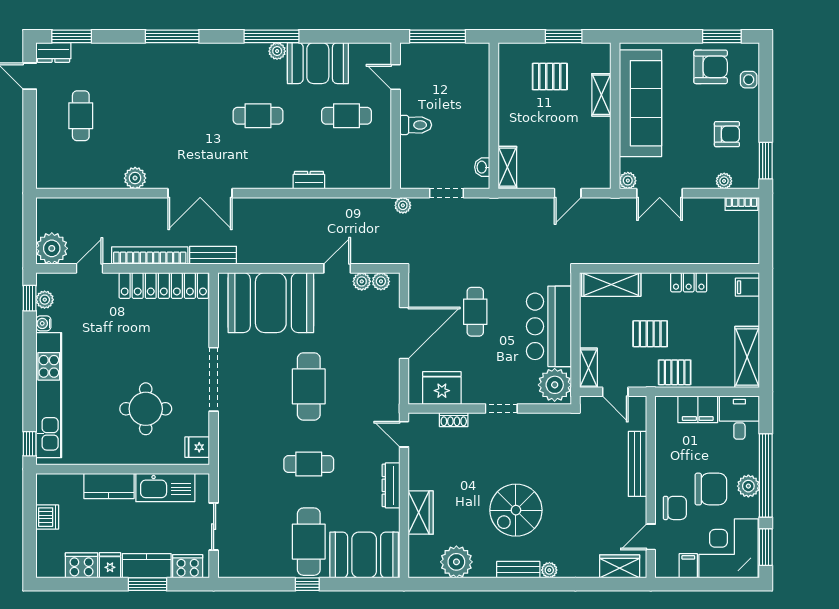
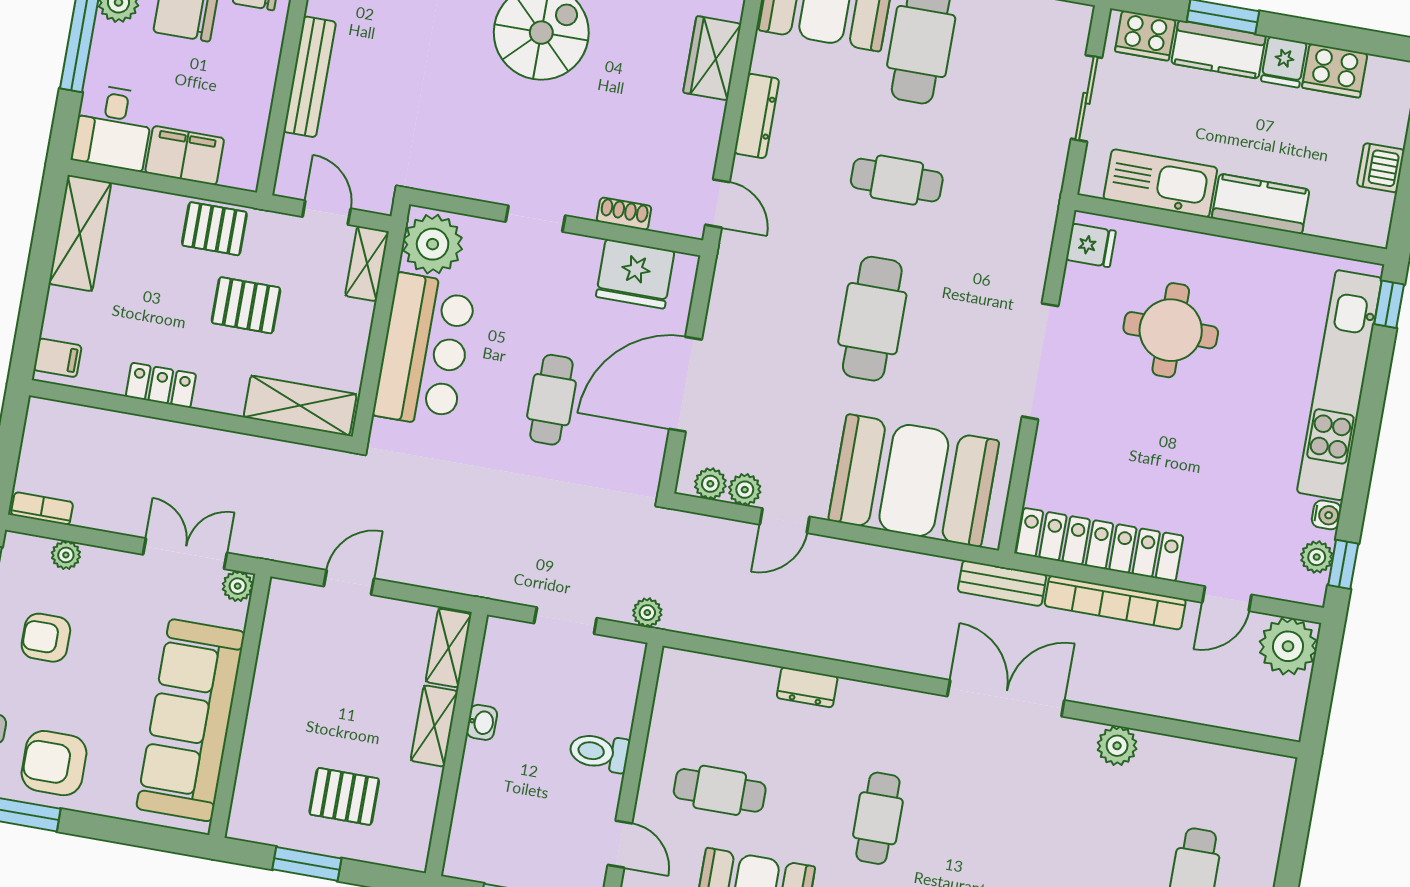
shelving: (601, 95) -> (434, 726), moved
cafe table: (258, 116) -> (878, 818), turned 90
washbasin: (482, 167) -> (482, 722), moved

